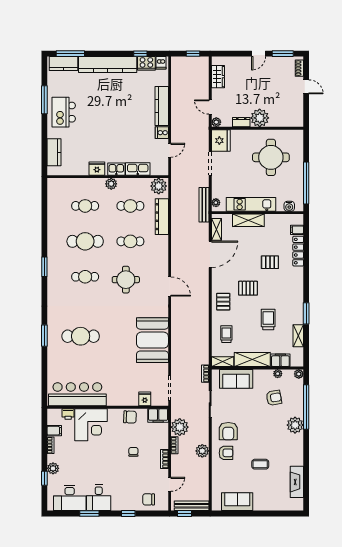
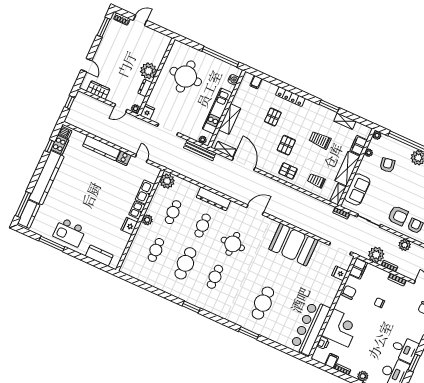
door: (259, 54) -> (86, 65), moved
fridge: (221, 141) -> (147, 112), width x0.53, depth x0.75
dresser: (162, 217) -> (214, 199), moved
locker: (298, 251) -> (290, 97), moved

